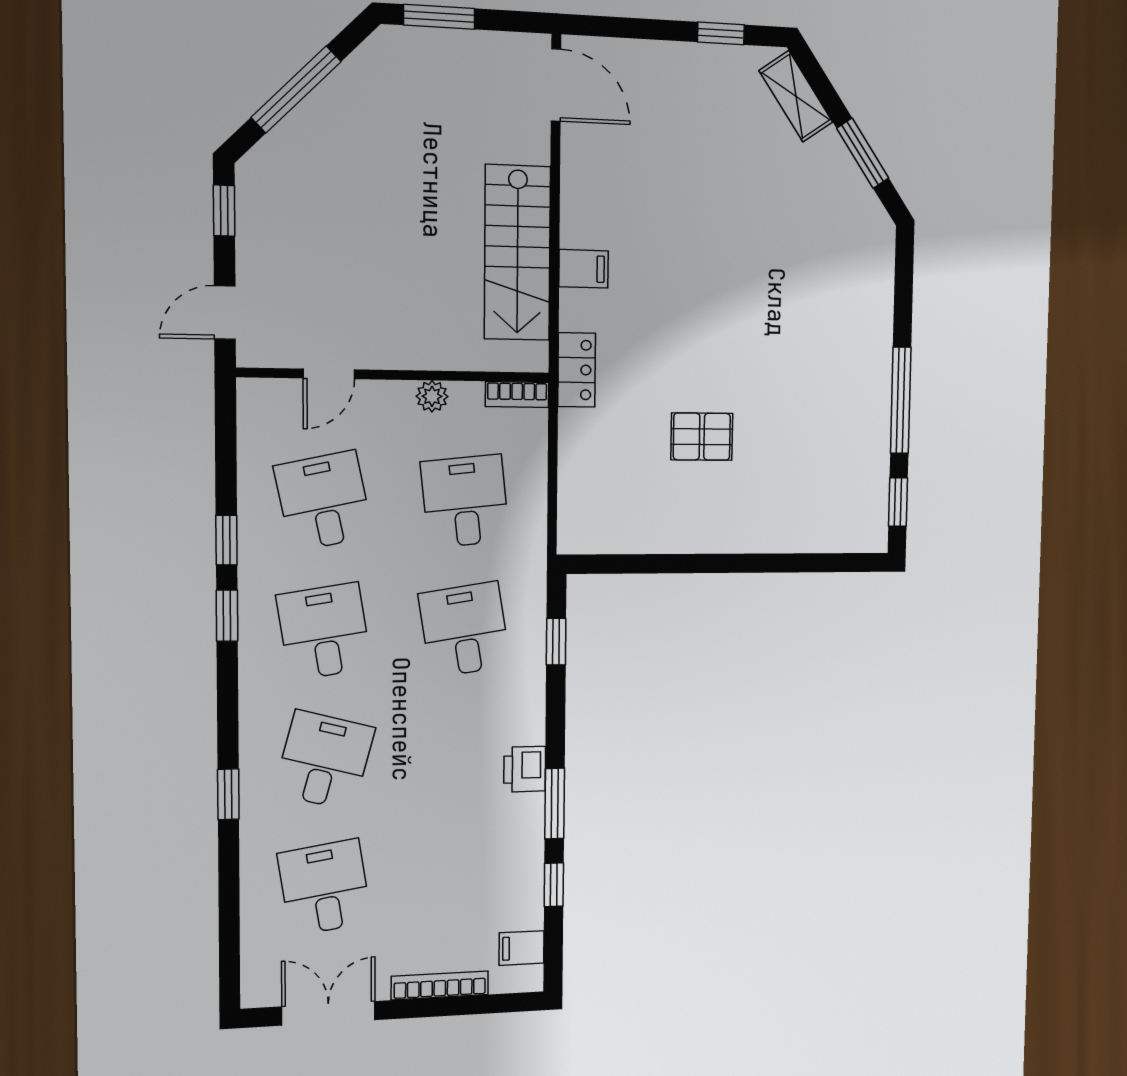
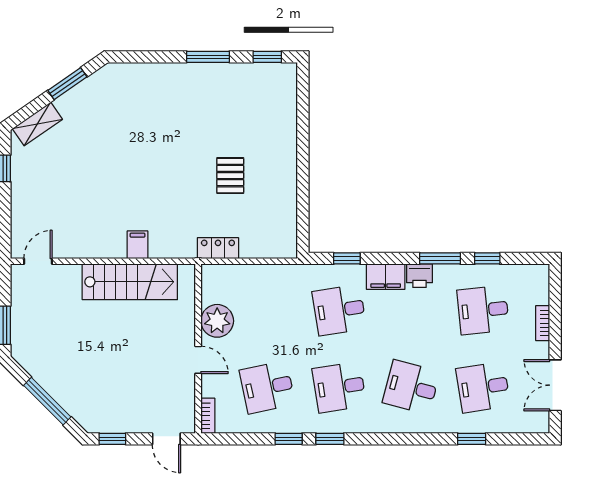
door: (556, 85) -> (38, 261), width x0.73
locker: (577, 370) -> (218, 248), moved
door: (329, 374) -> (198, 360), moved
bookcase: (517, 394) -> (208, 416), moved
plant: (432, 396) -> (217, 321), width x1.88, depth x1.88
window: (901, 400) -> (208, 57), width x0.69
desk: (465, 501) -> (483, 310), moved
window: (228, 794) -> (472, 439), moved
filing cabinet: (522, 948) -> (386, 277), moved, width x2.00
bookcase: (440, 985) -> (543, 323), width x0.64

